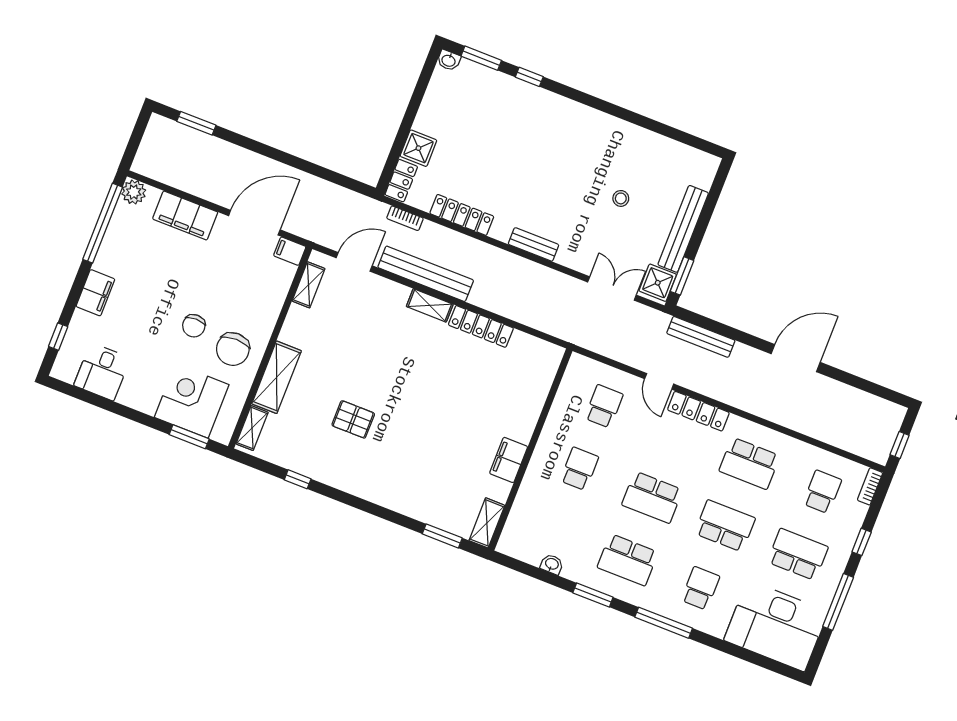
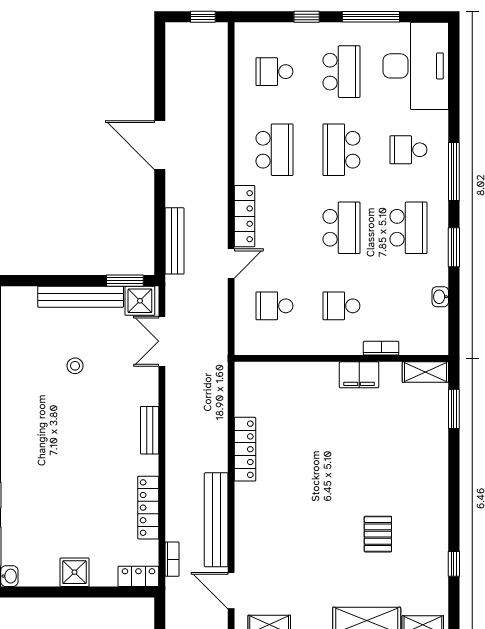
shower: (418, 148) -> (75, 572), moved
shelving: (430, 305) -> (244, 504), removed
bookcase: (870, 486) -> (381, 348), moved, turned 180
school desk: (798, 554) -> (341, 72), turned 180

